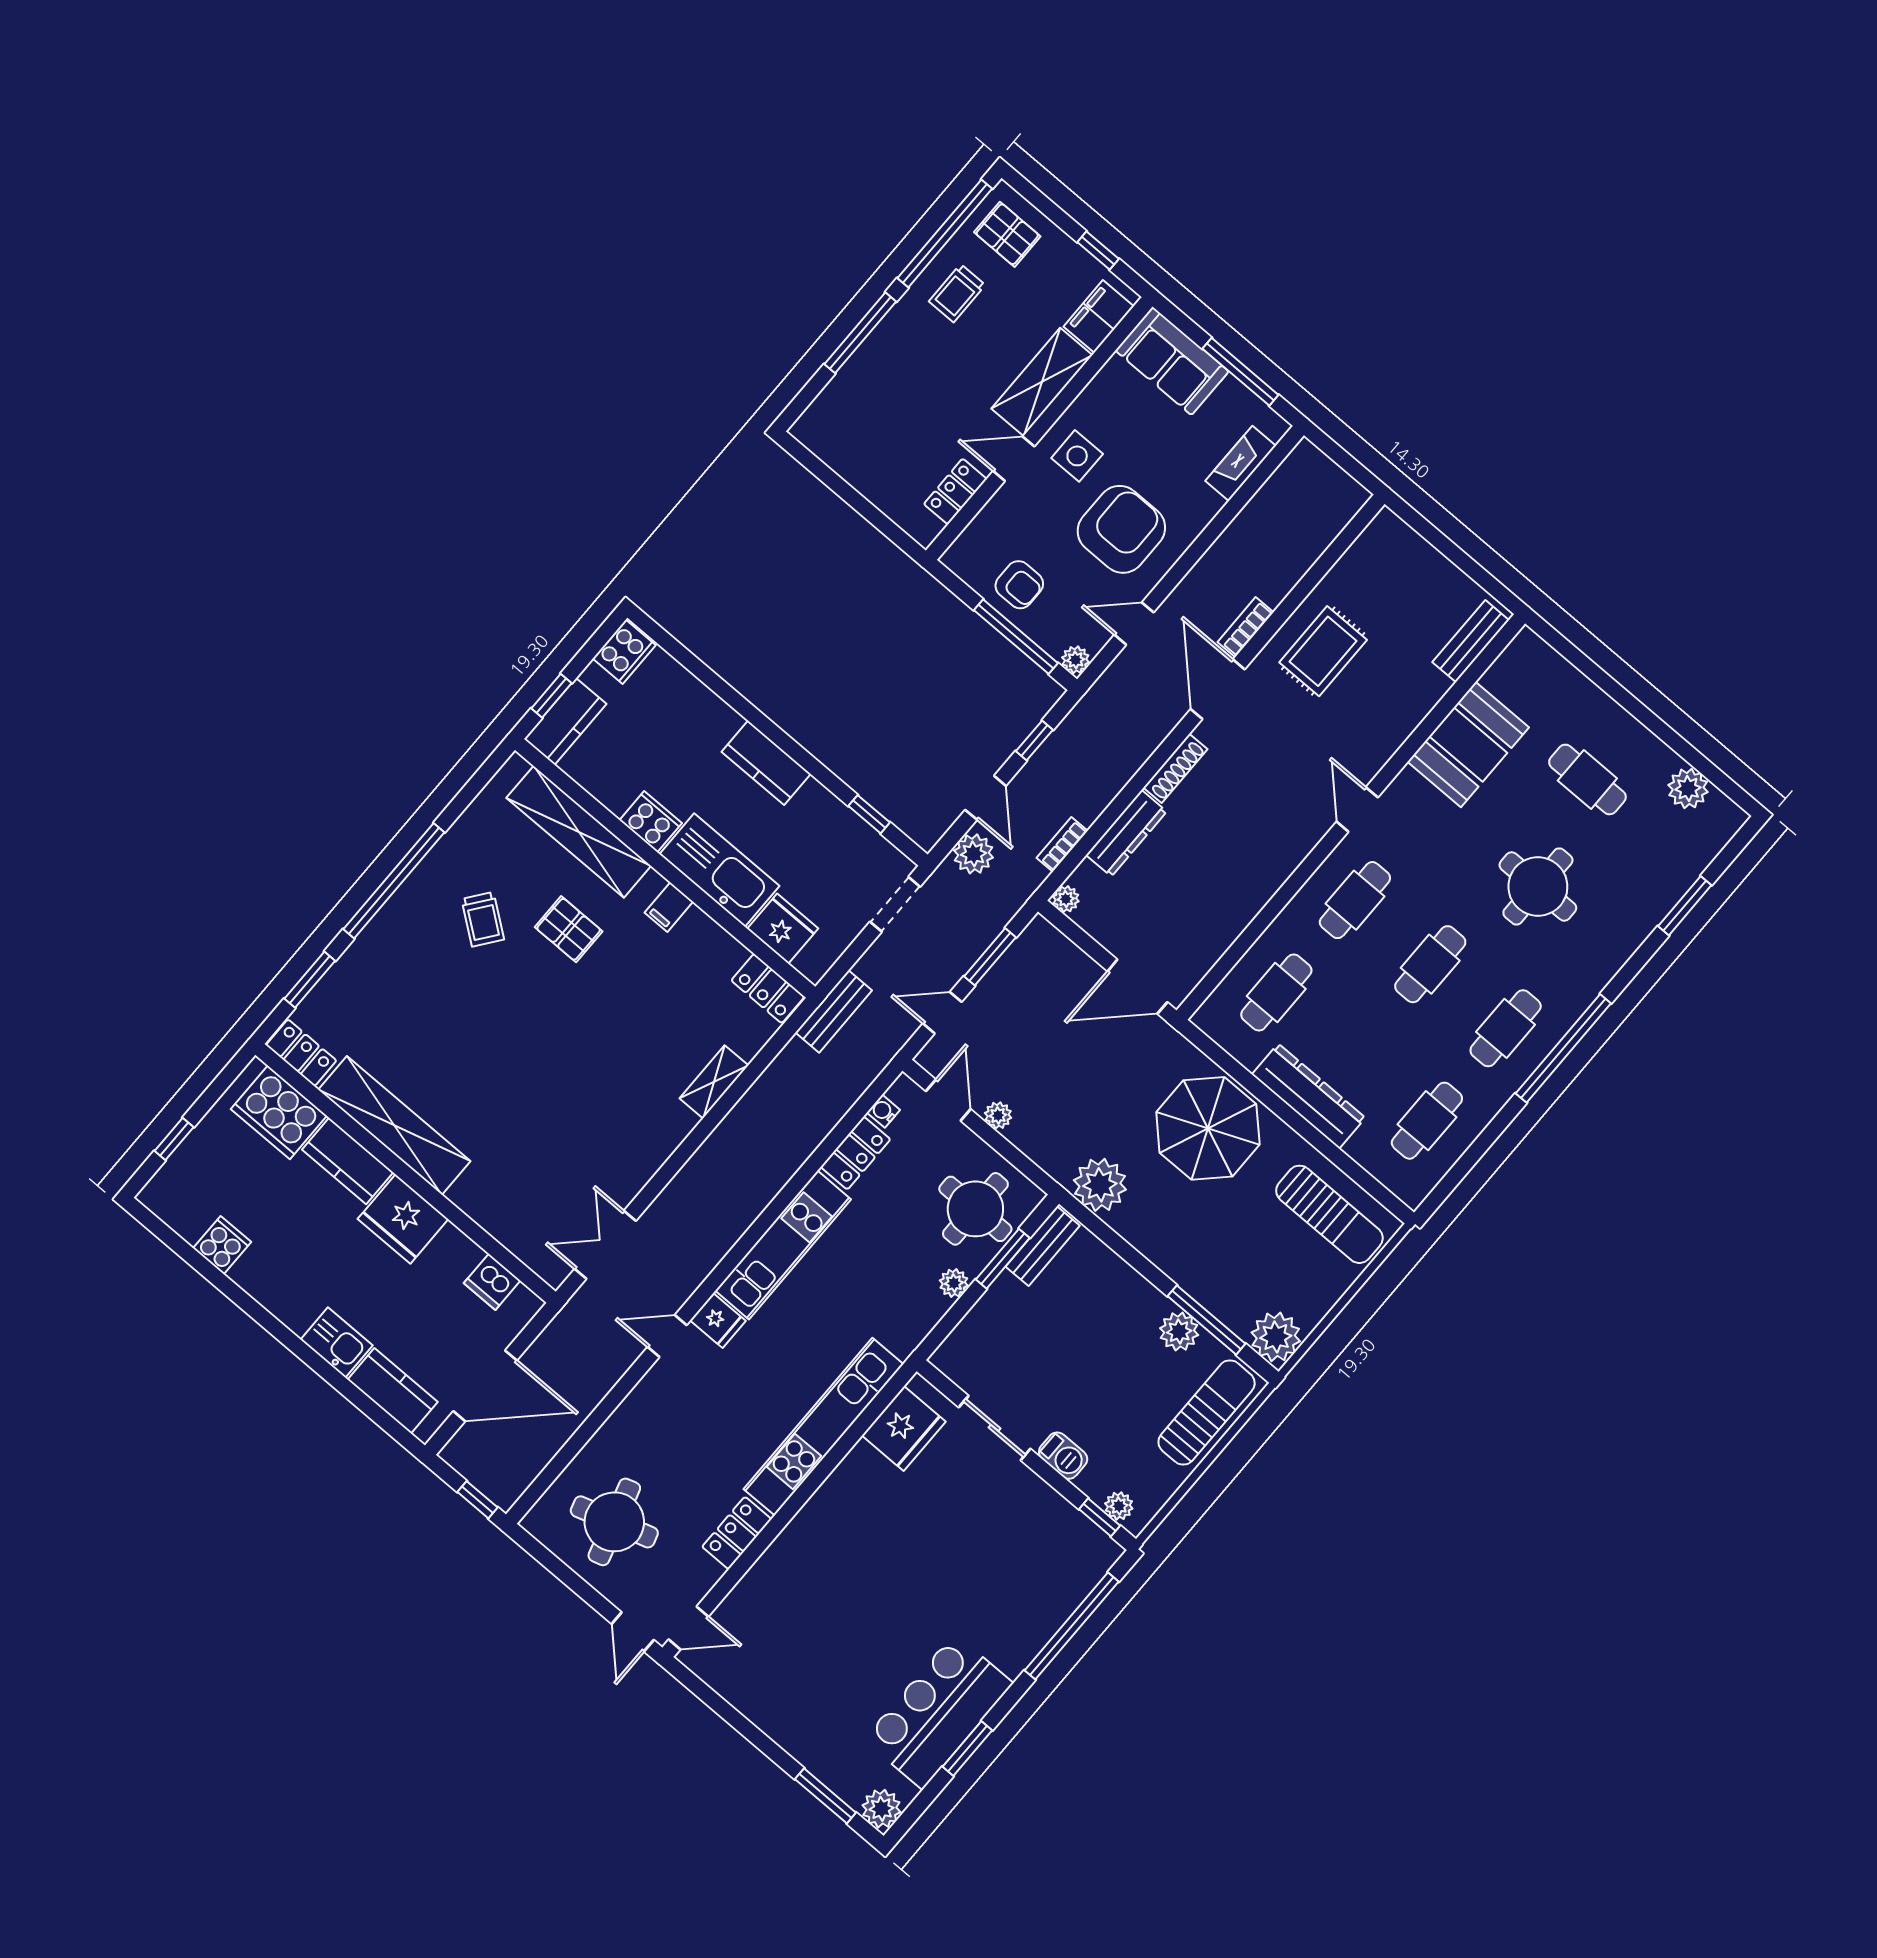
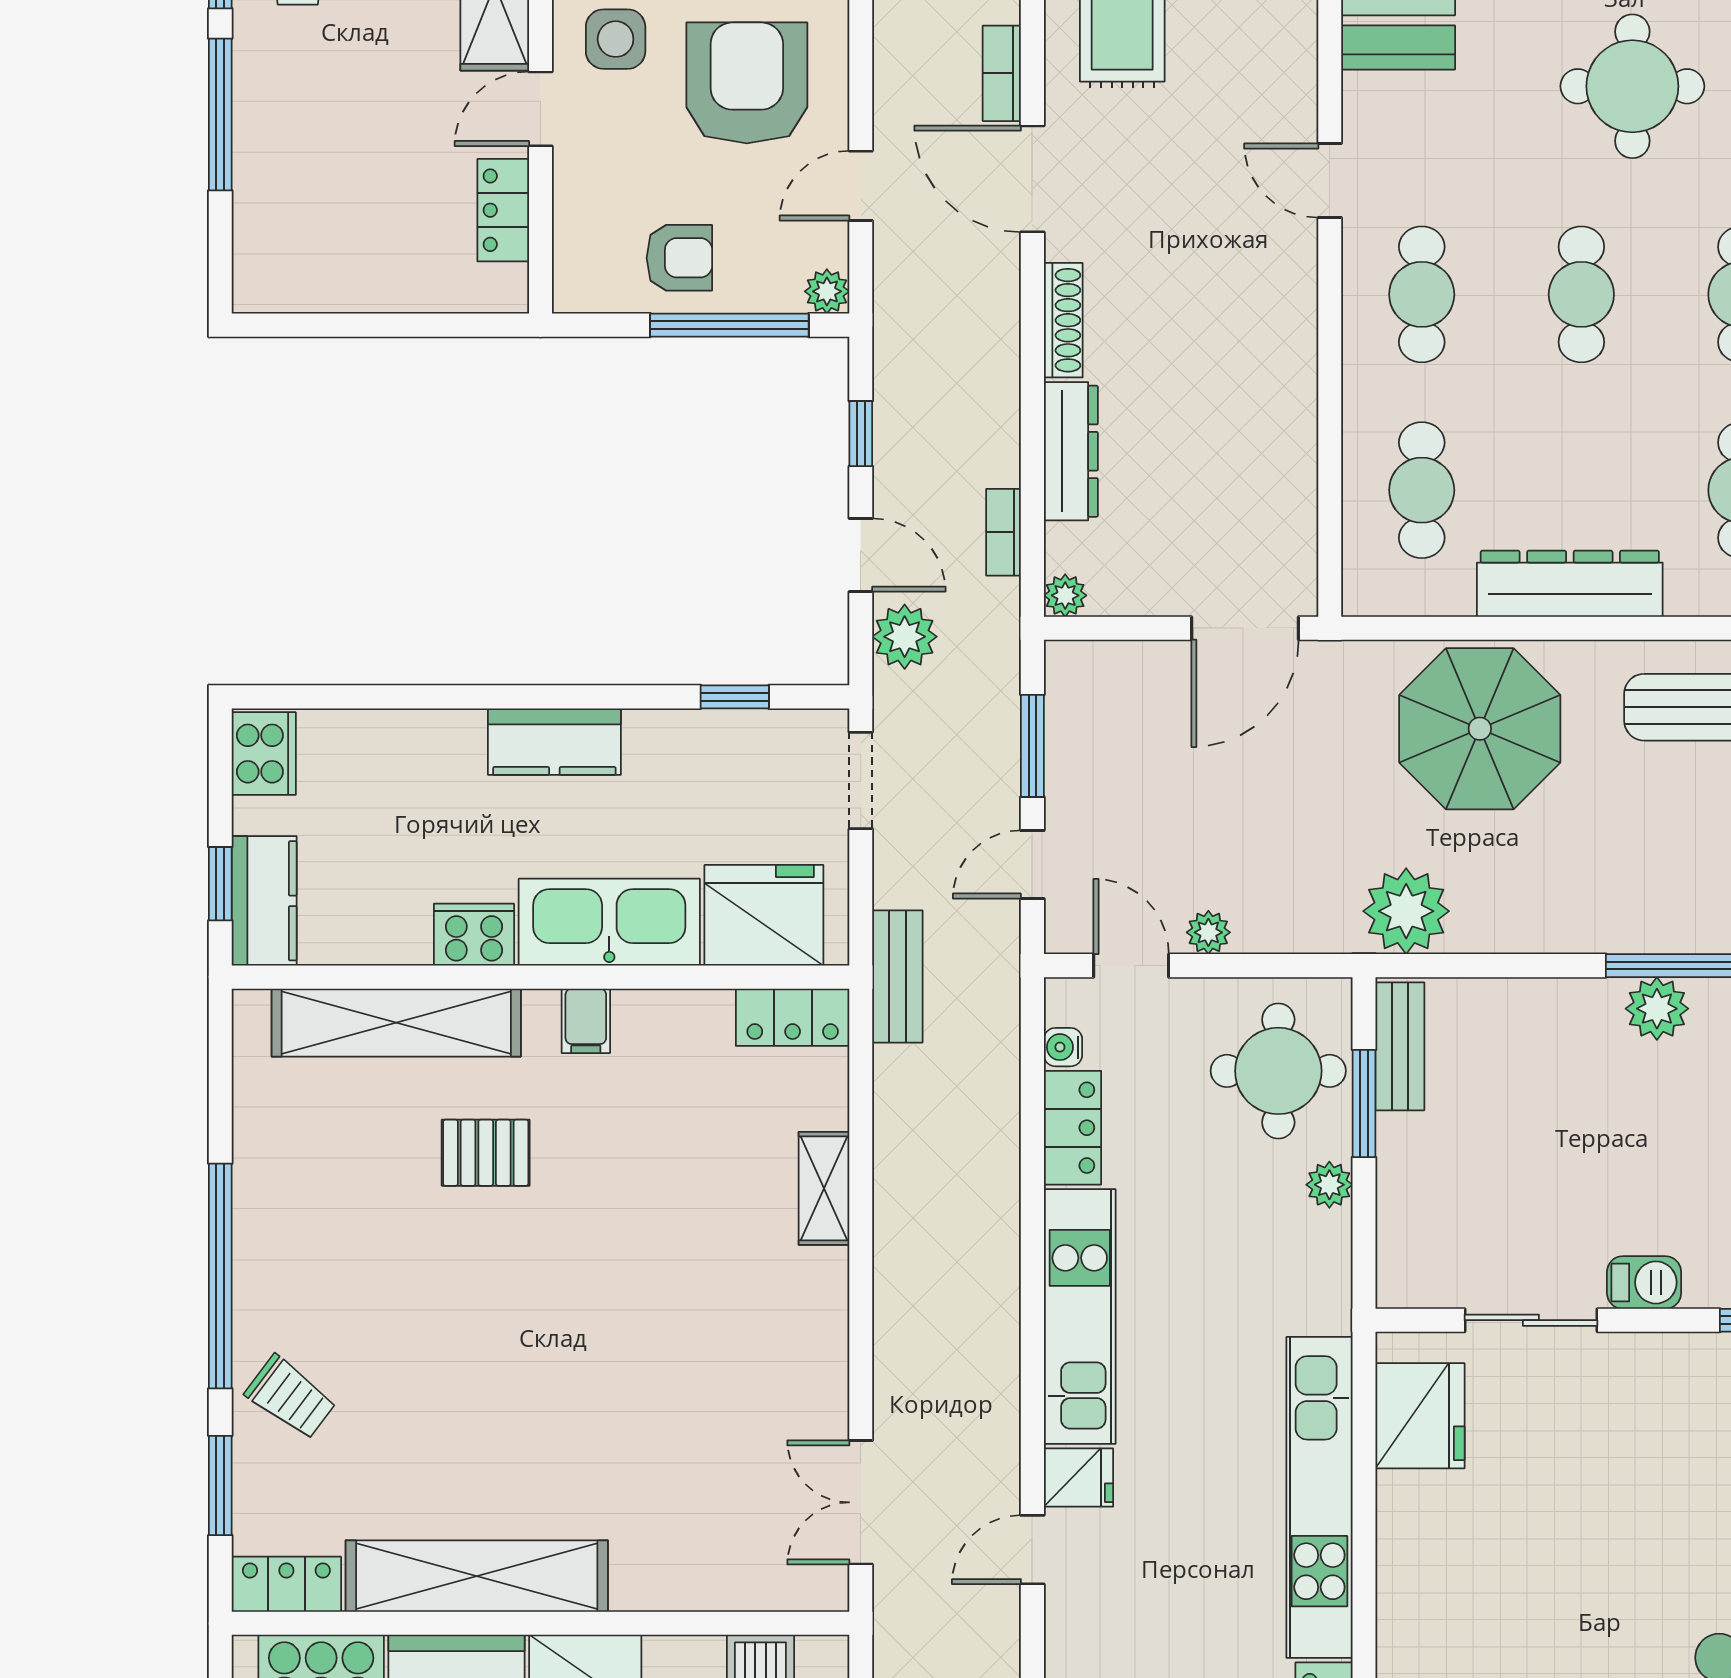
trolley: (483, 919) -> (291, 1397), moved
fridge: (783, 929) -> (764, 915), width x1.36, depth x1.34

